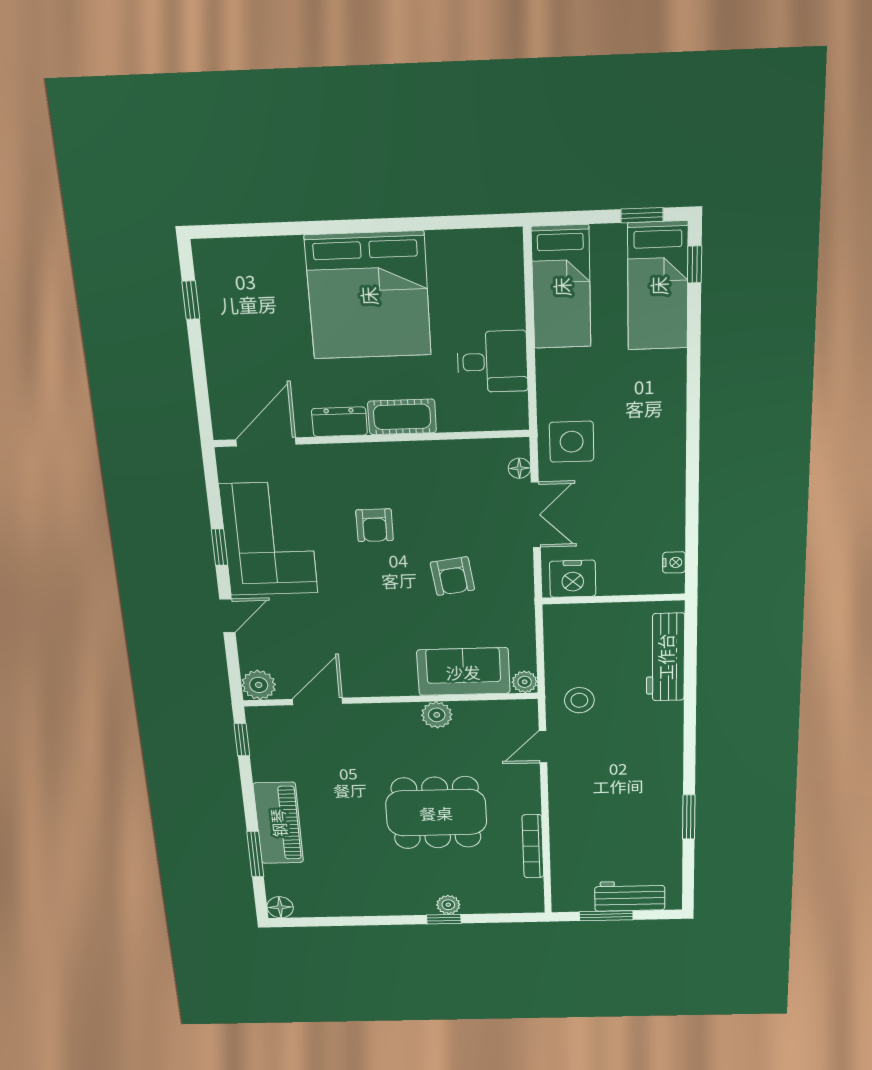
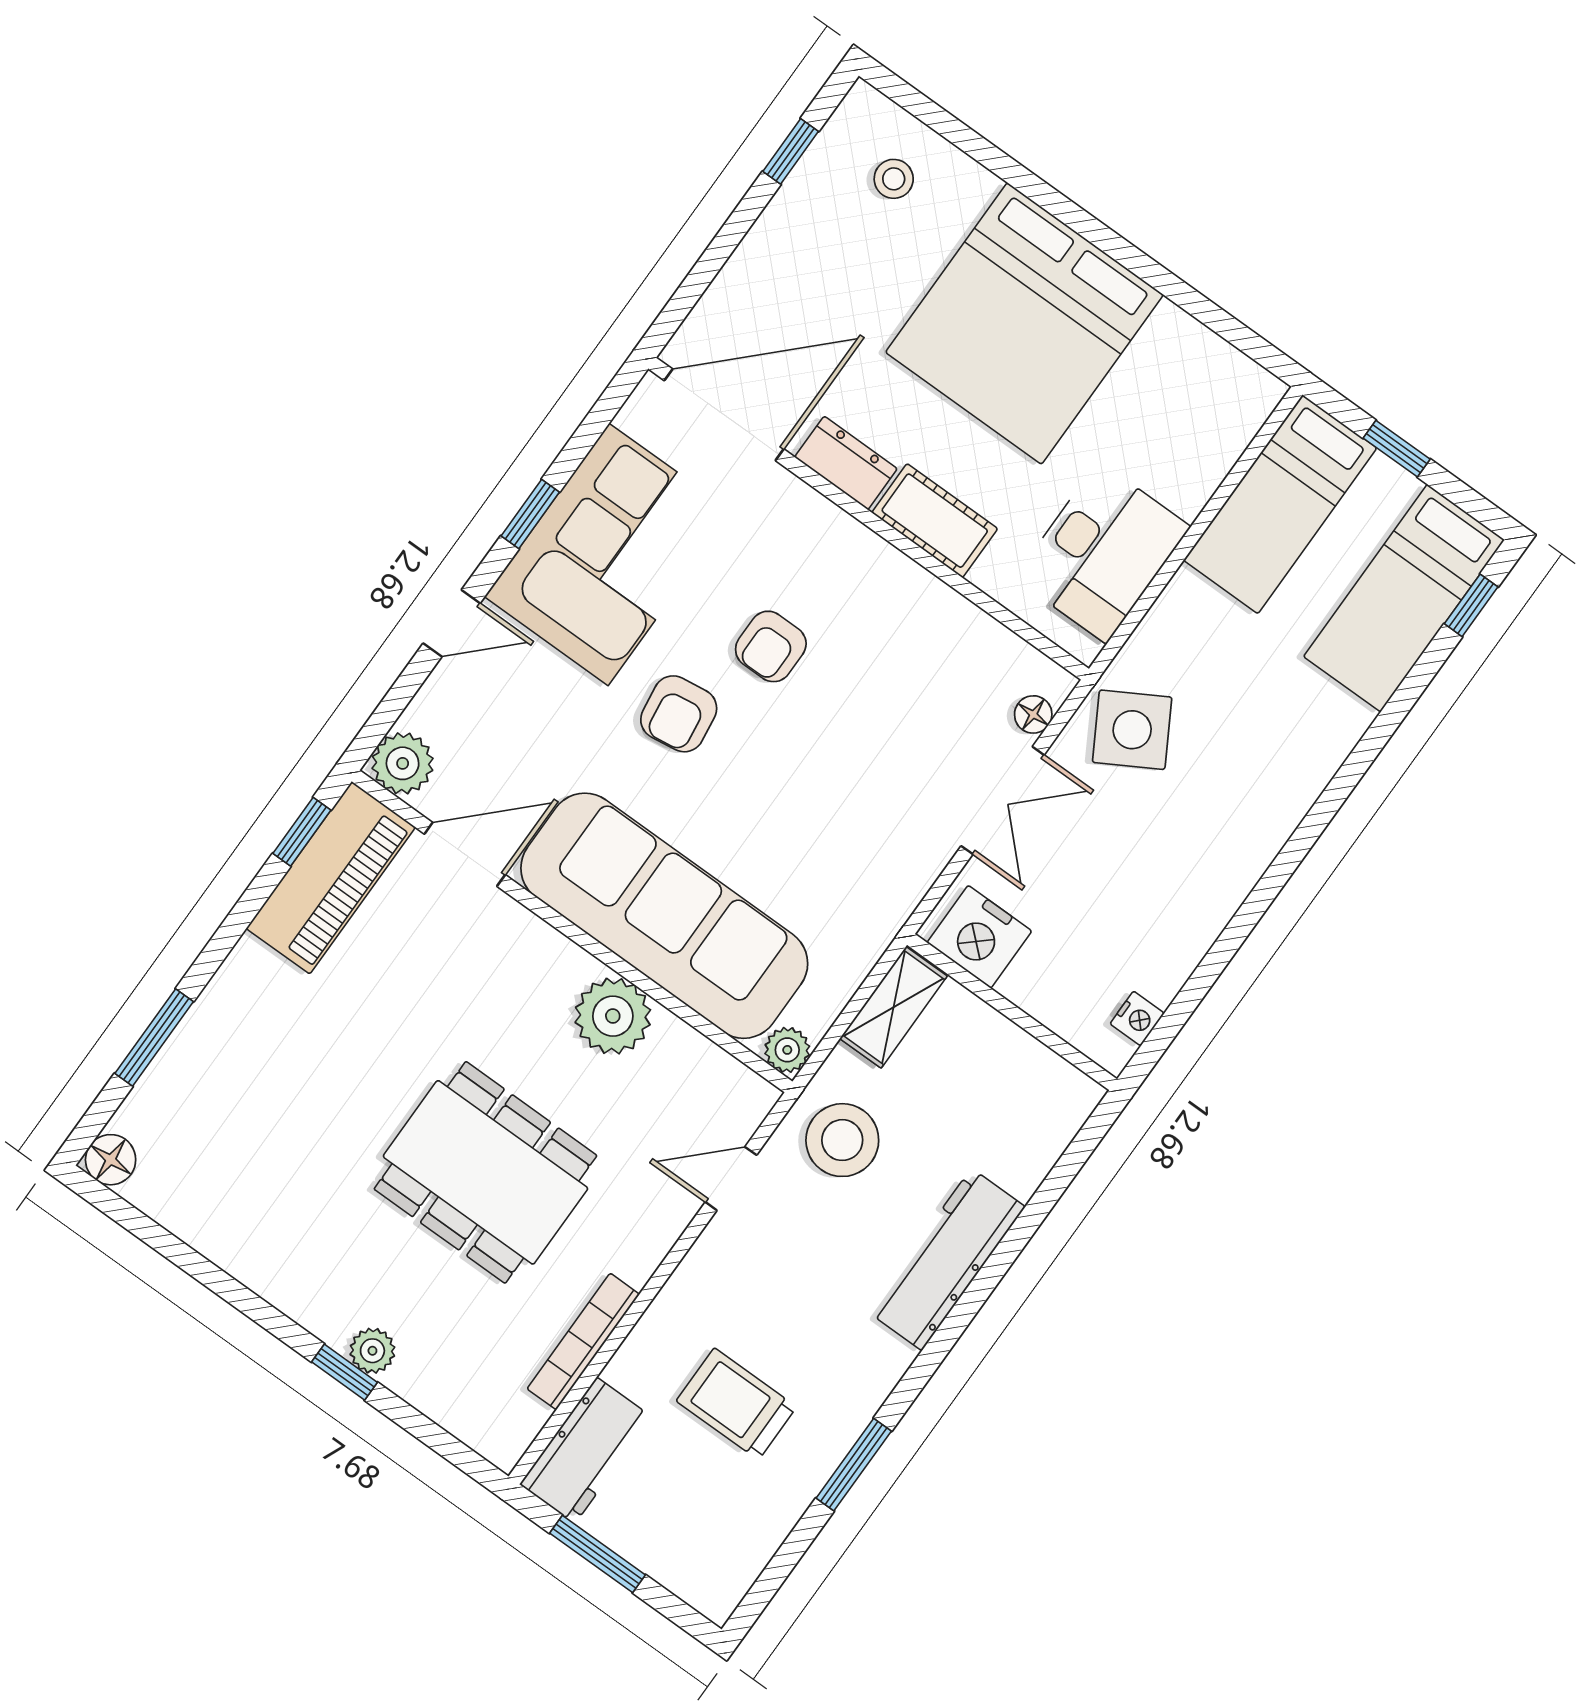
window: (642, 215) -> (1397, 449), moved
stool: (249, 275) -> (894, 179), added
desk: (492, 362) -> (1103, 552), width x1.37
door: (266, 442) -> (724, 415), width x1.36
side table: (572, 442) -> (1132, 730), turned -30
armchair: (452, 576) -> (679, 714), moved
shelving: (558, 633) -> (893, 1007), added
workbench: (665, 657) -> (947, 1259), moved
sofa: (463, 672) -> (664, 916), width x1.85, depth x1.27
stool: (579, 700) -> (842, 1140), width x1.38, depth x1.38
plant: (437, 715) -> (613, 1016), width x1.36, depth x1.36
piano: (278, 823) -> (331, 878), moved
trolley: (618, 827) -> (736, 1404), added
workbench: (630, 896) -> (586, 1450), moved, turned 90

